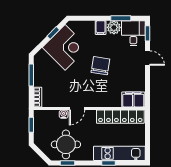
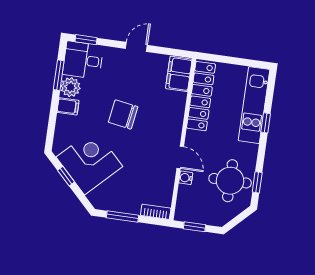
door: (147, 58) -> (136, 47), moved

